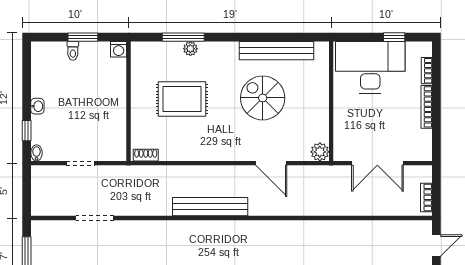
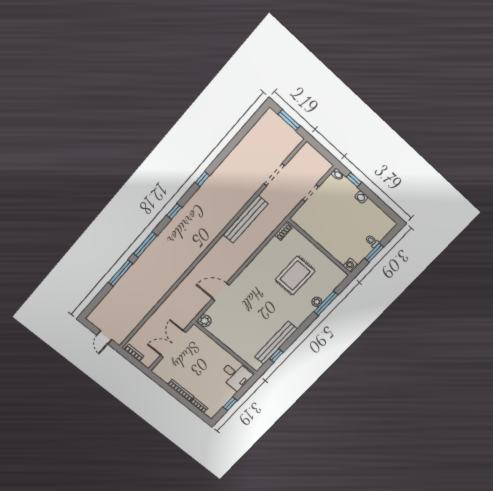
window: (291, 37) -> (276, 355), added
desk: (370, 67) -> (236, 375), width x0.53, depth x0.77
spiral stairs: (263, 98) -> (258, 316), removed
bench: (210, 207) -> (245, 219), moved

